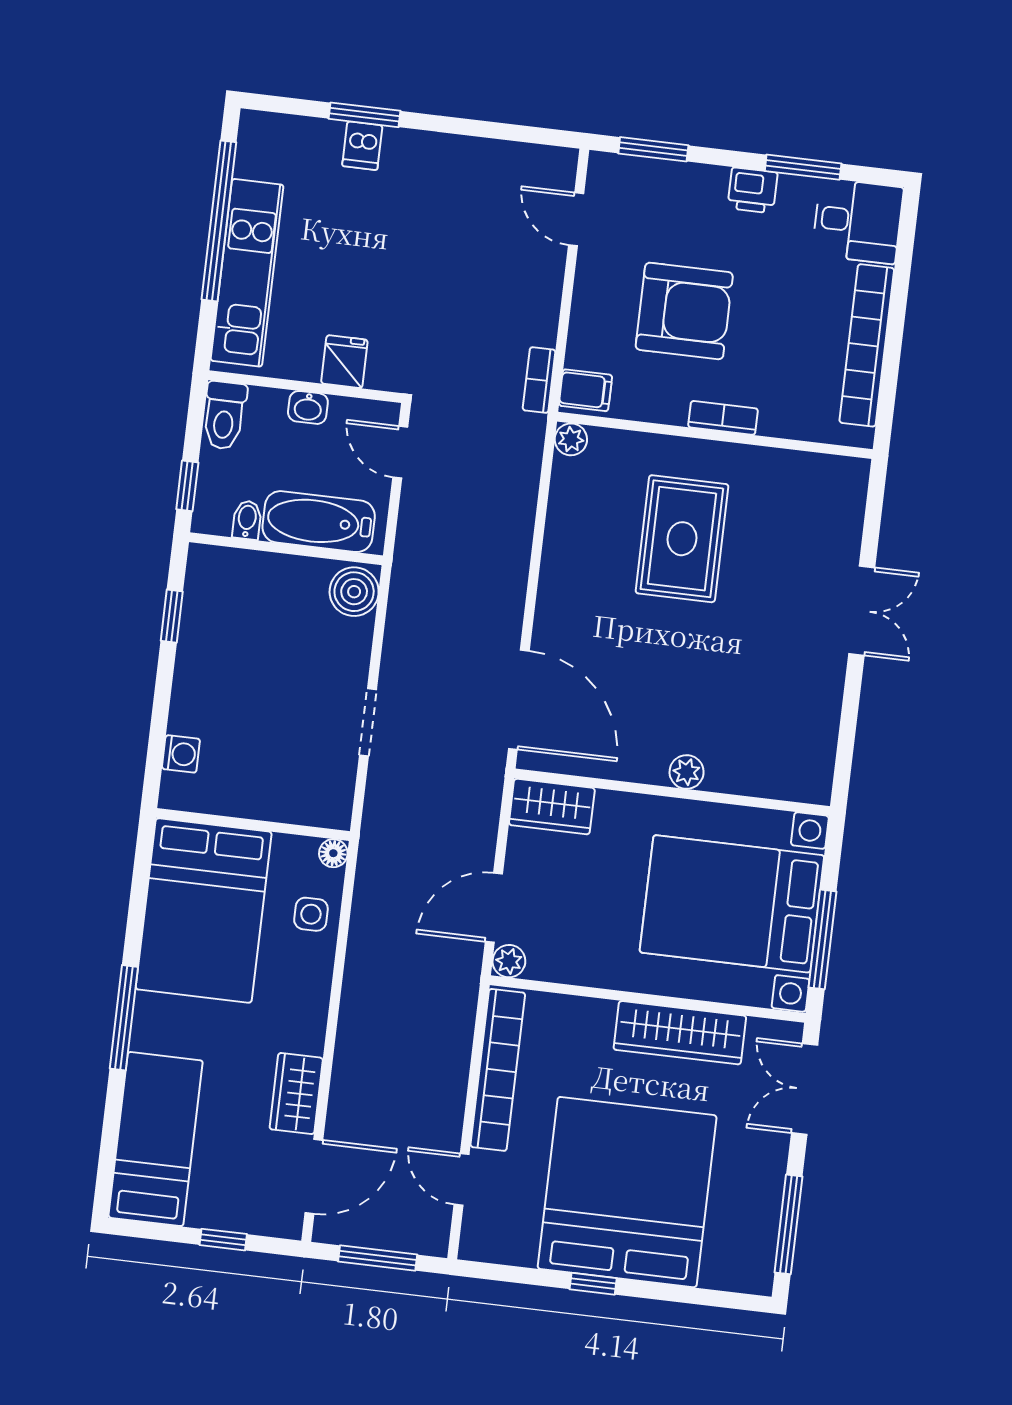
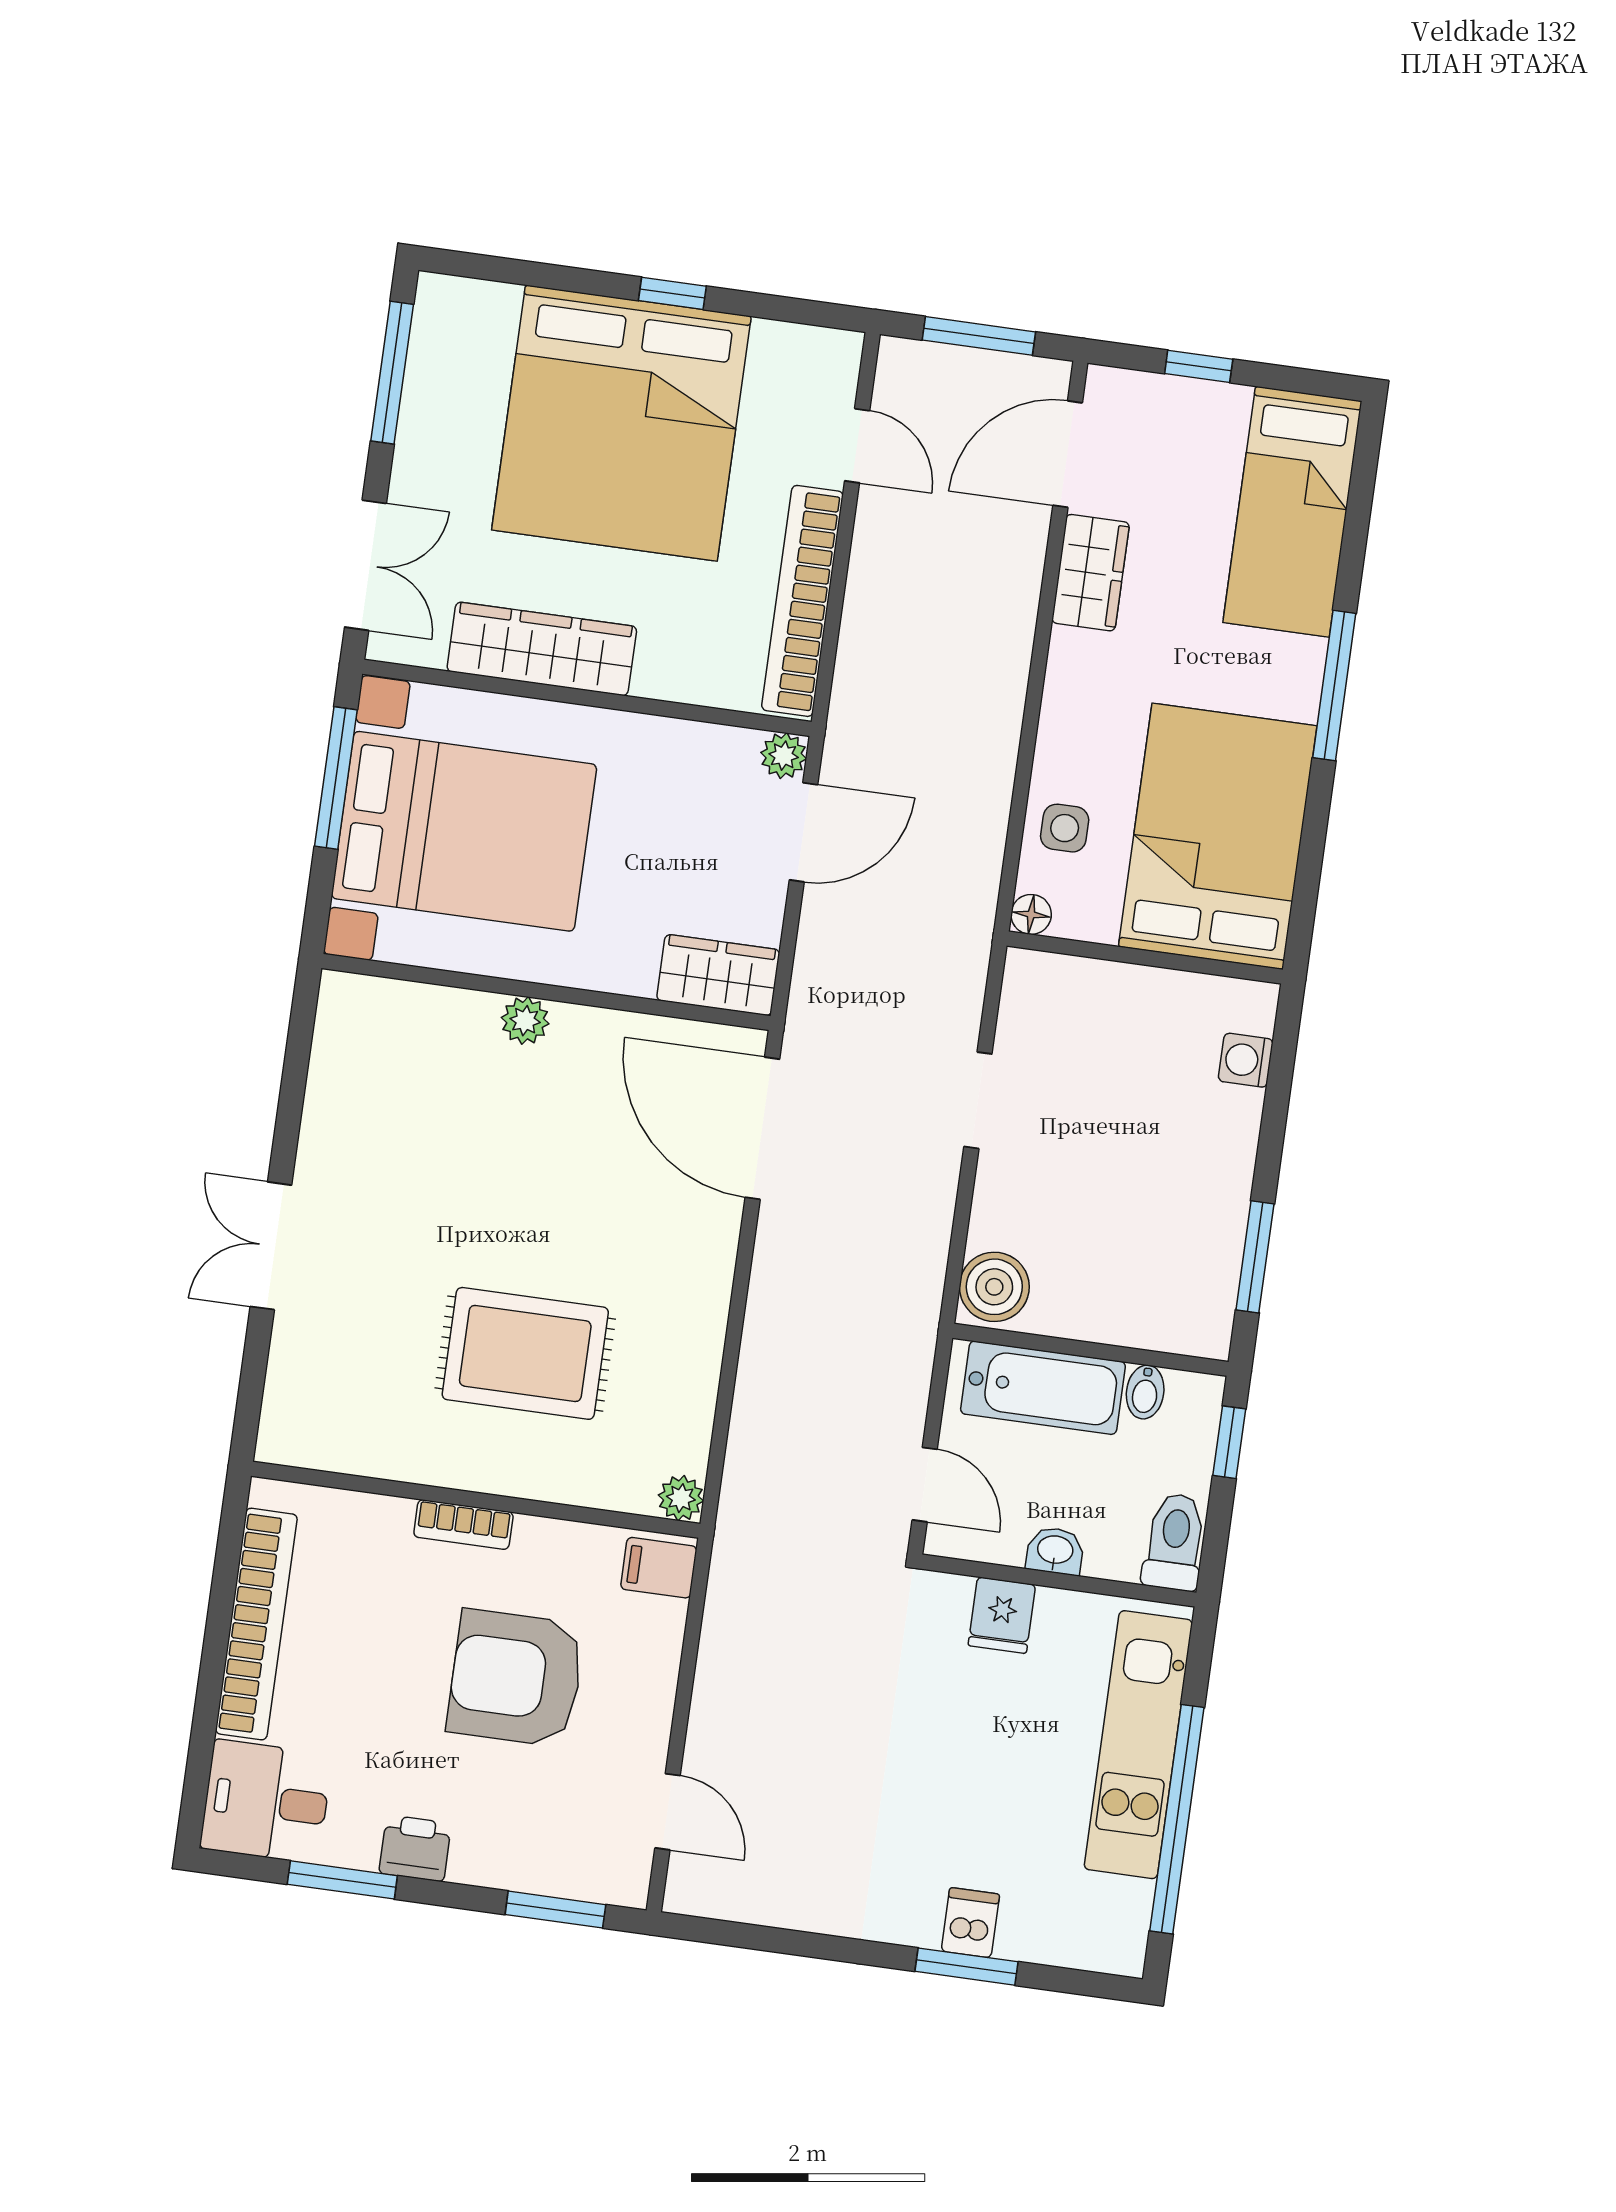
bookcase: (539, 380) -> (725, 1584), removed
rug: (682, 539) -> (525, 1353), turned 90
window: (172, 616) -> (1255, 1257), width x1.50

